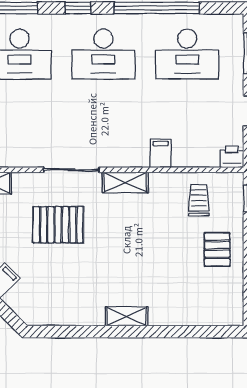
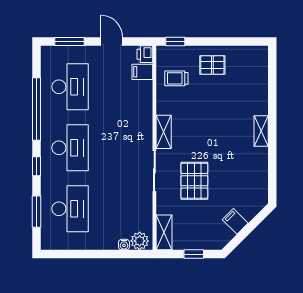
filing cabinet: (161, 153) -> (142, 72), moved

